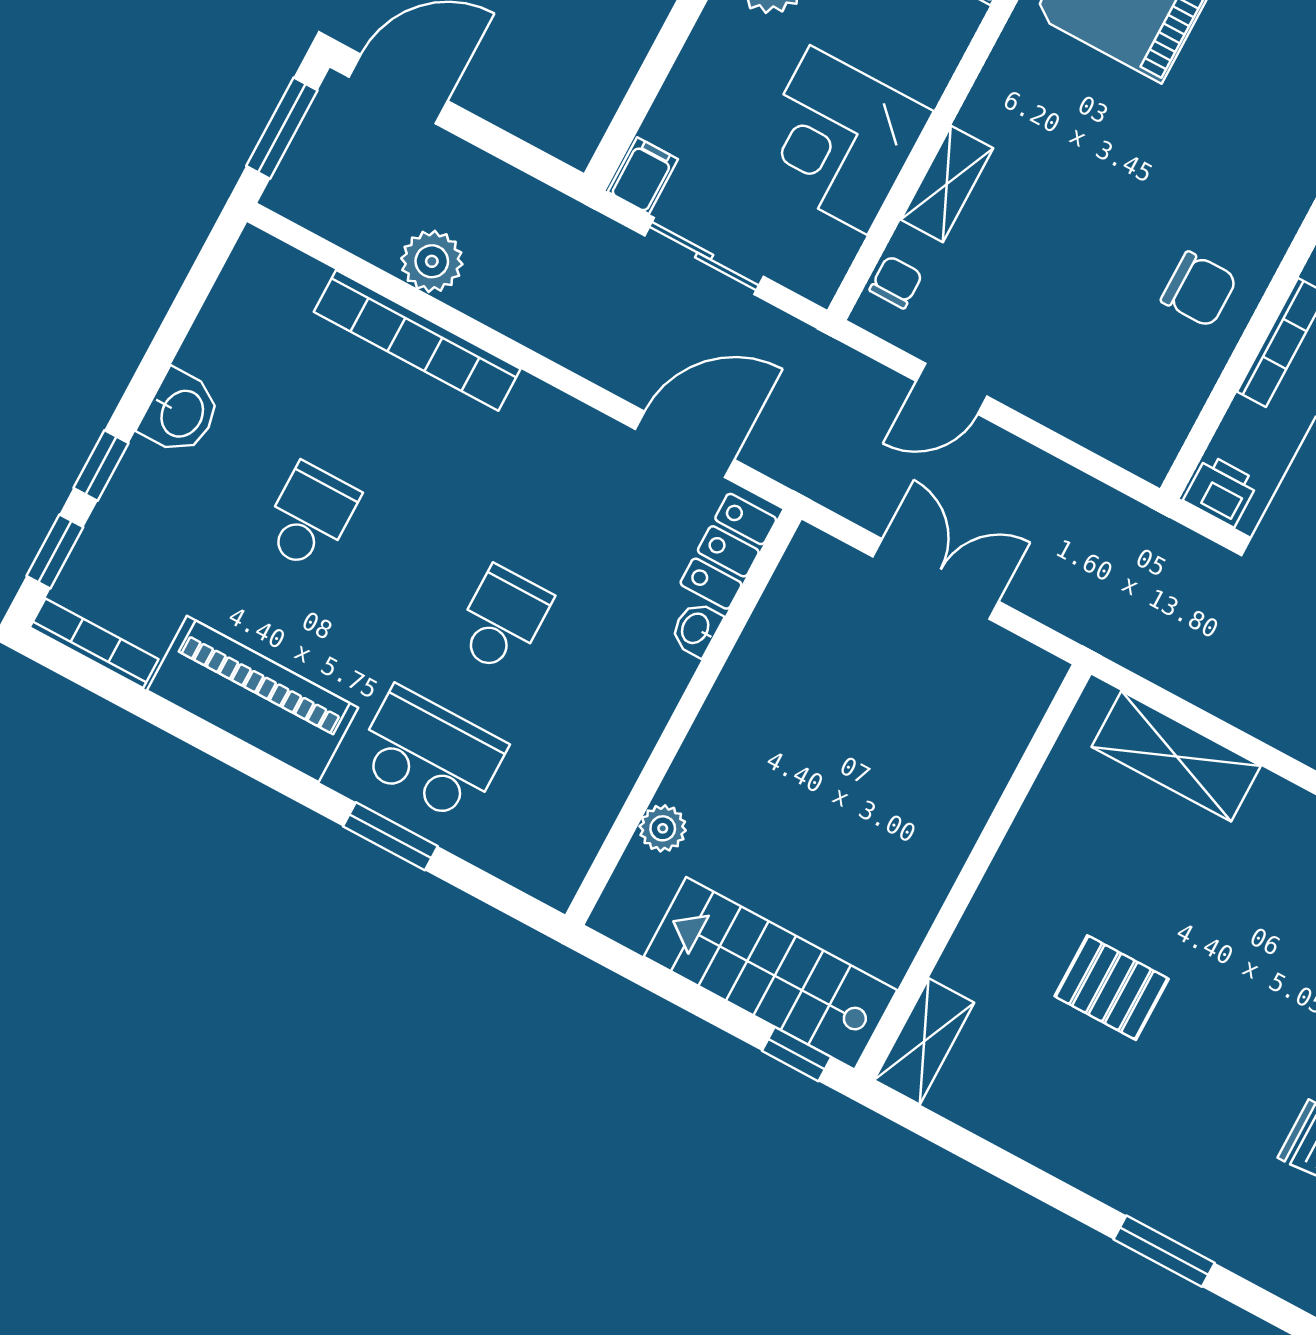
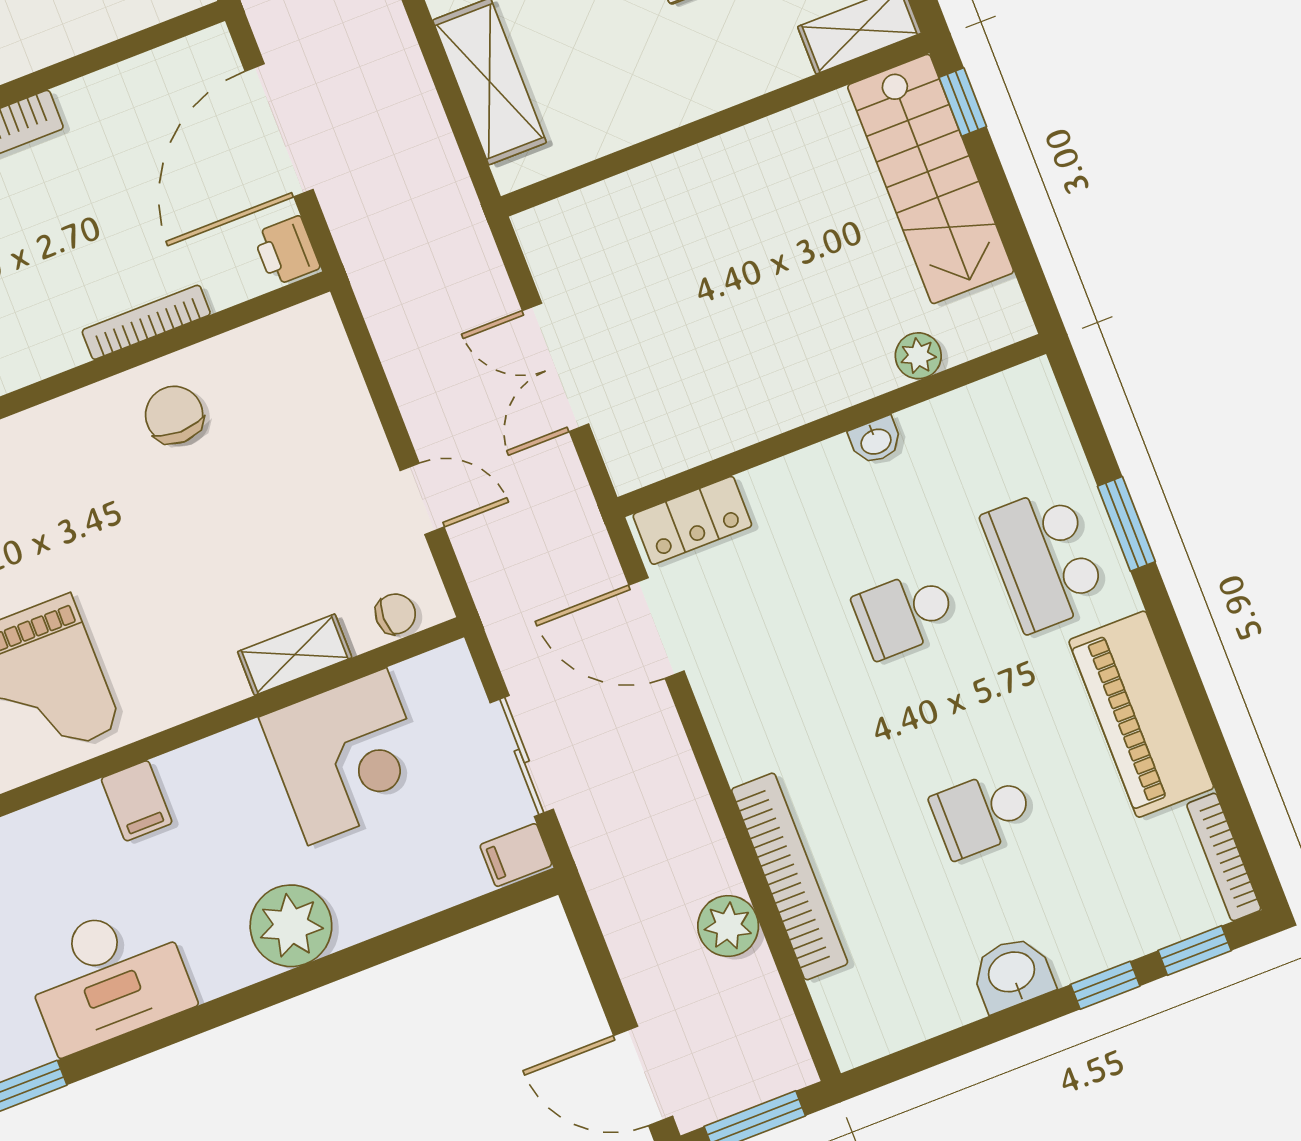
chair: (896, 282) -> (395, 614), turned 180
washbasin: (696, 629) -> (876, 441), moved

